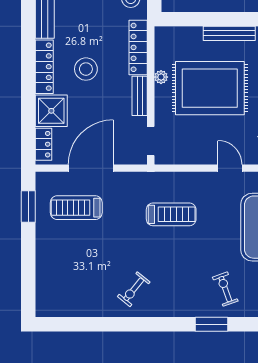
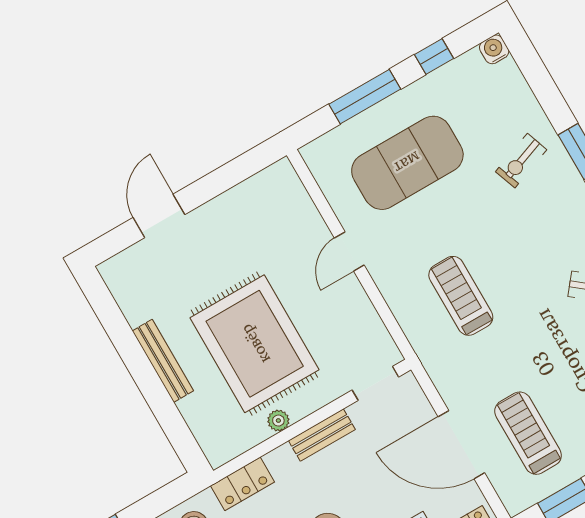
locker: (138, 47) -> (242, 484), width x0.66
treadmill: (76, 208) -> (528, 433), turned 180

